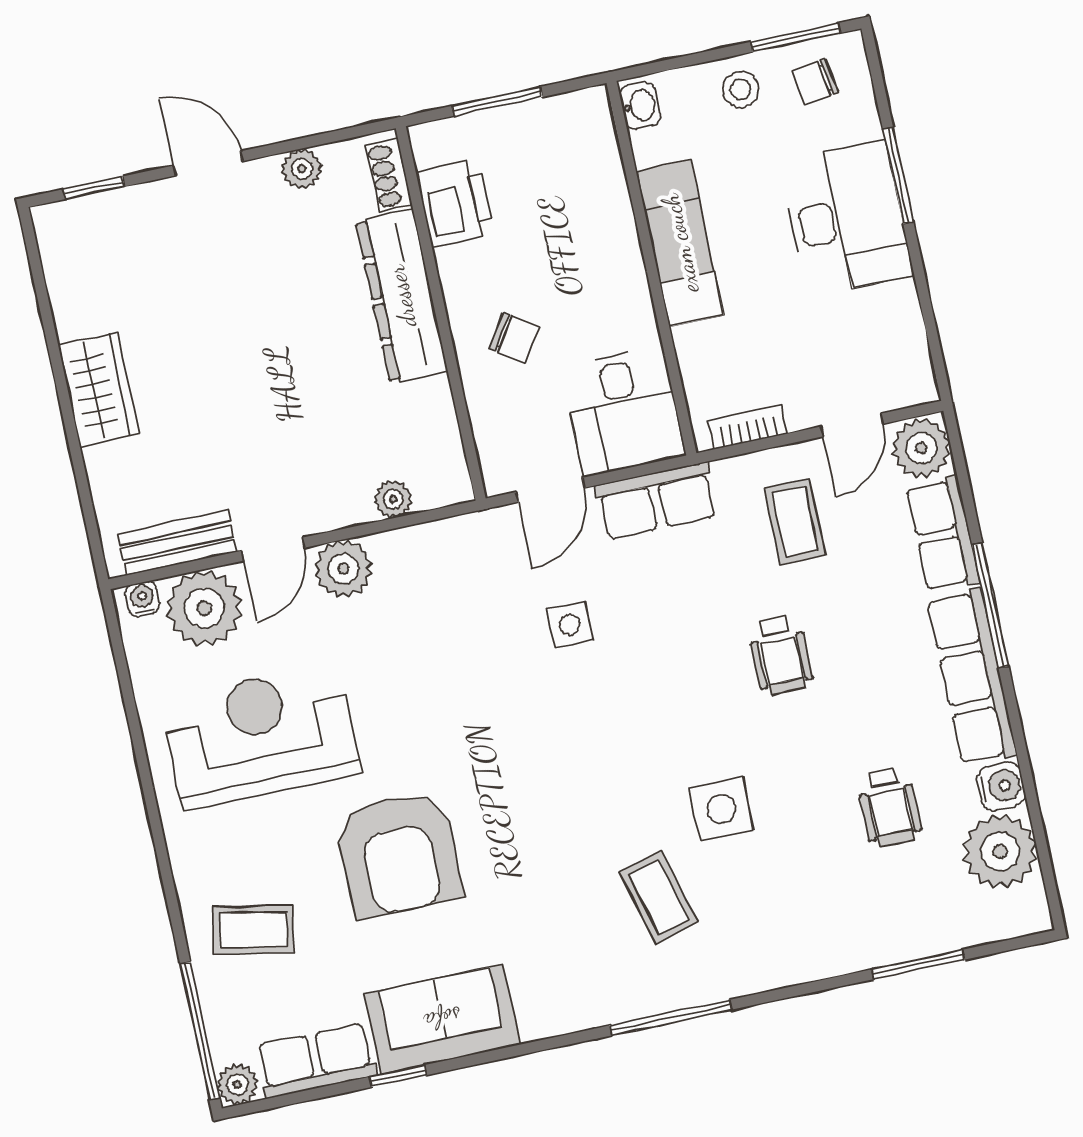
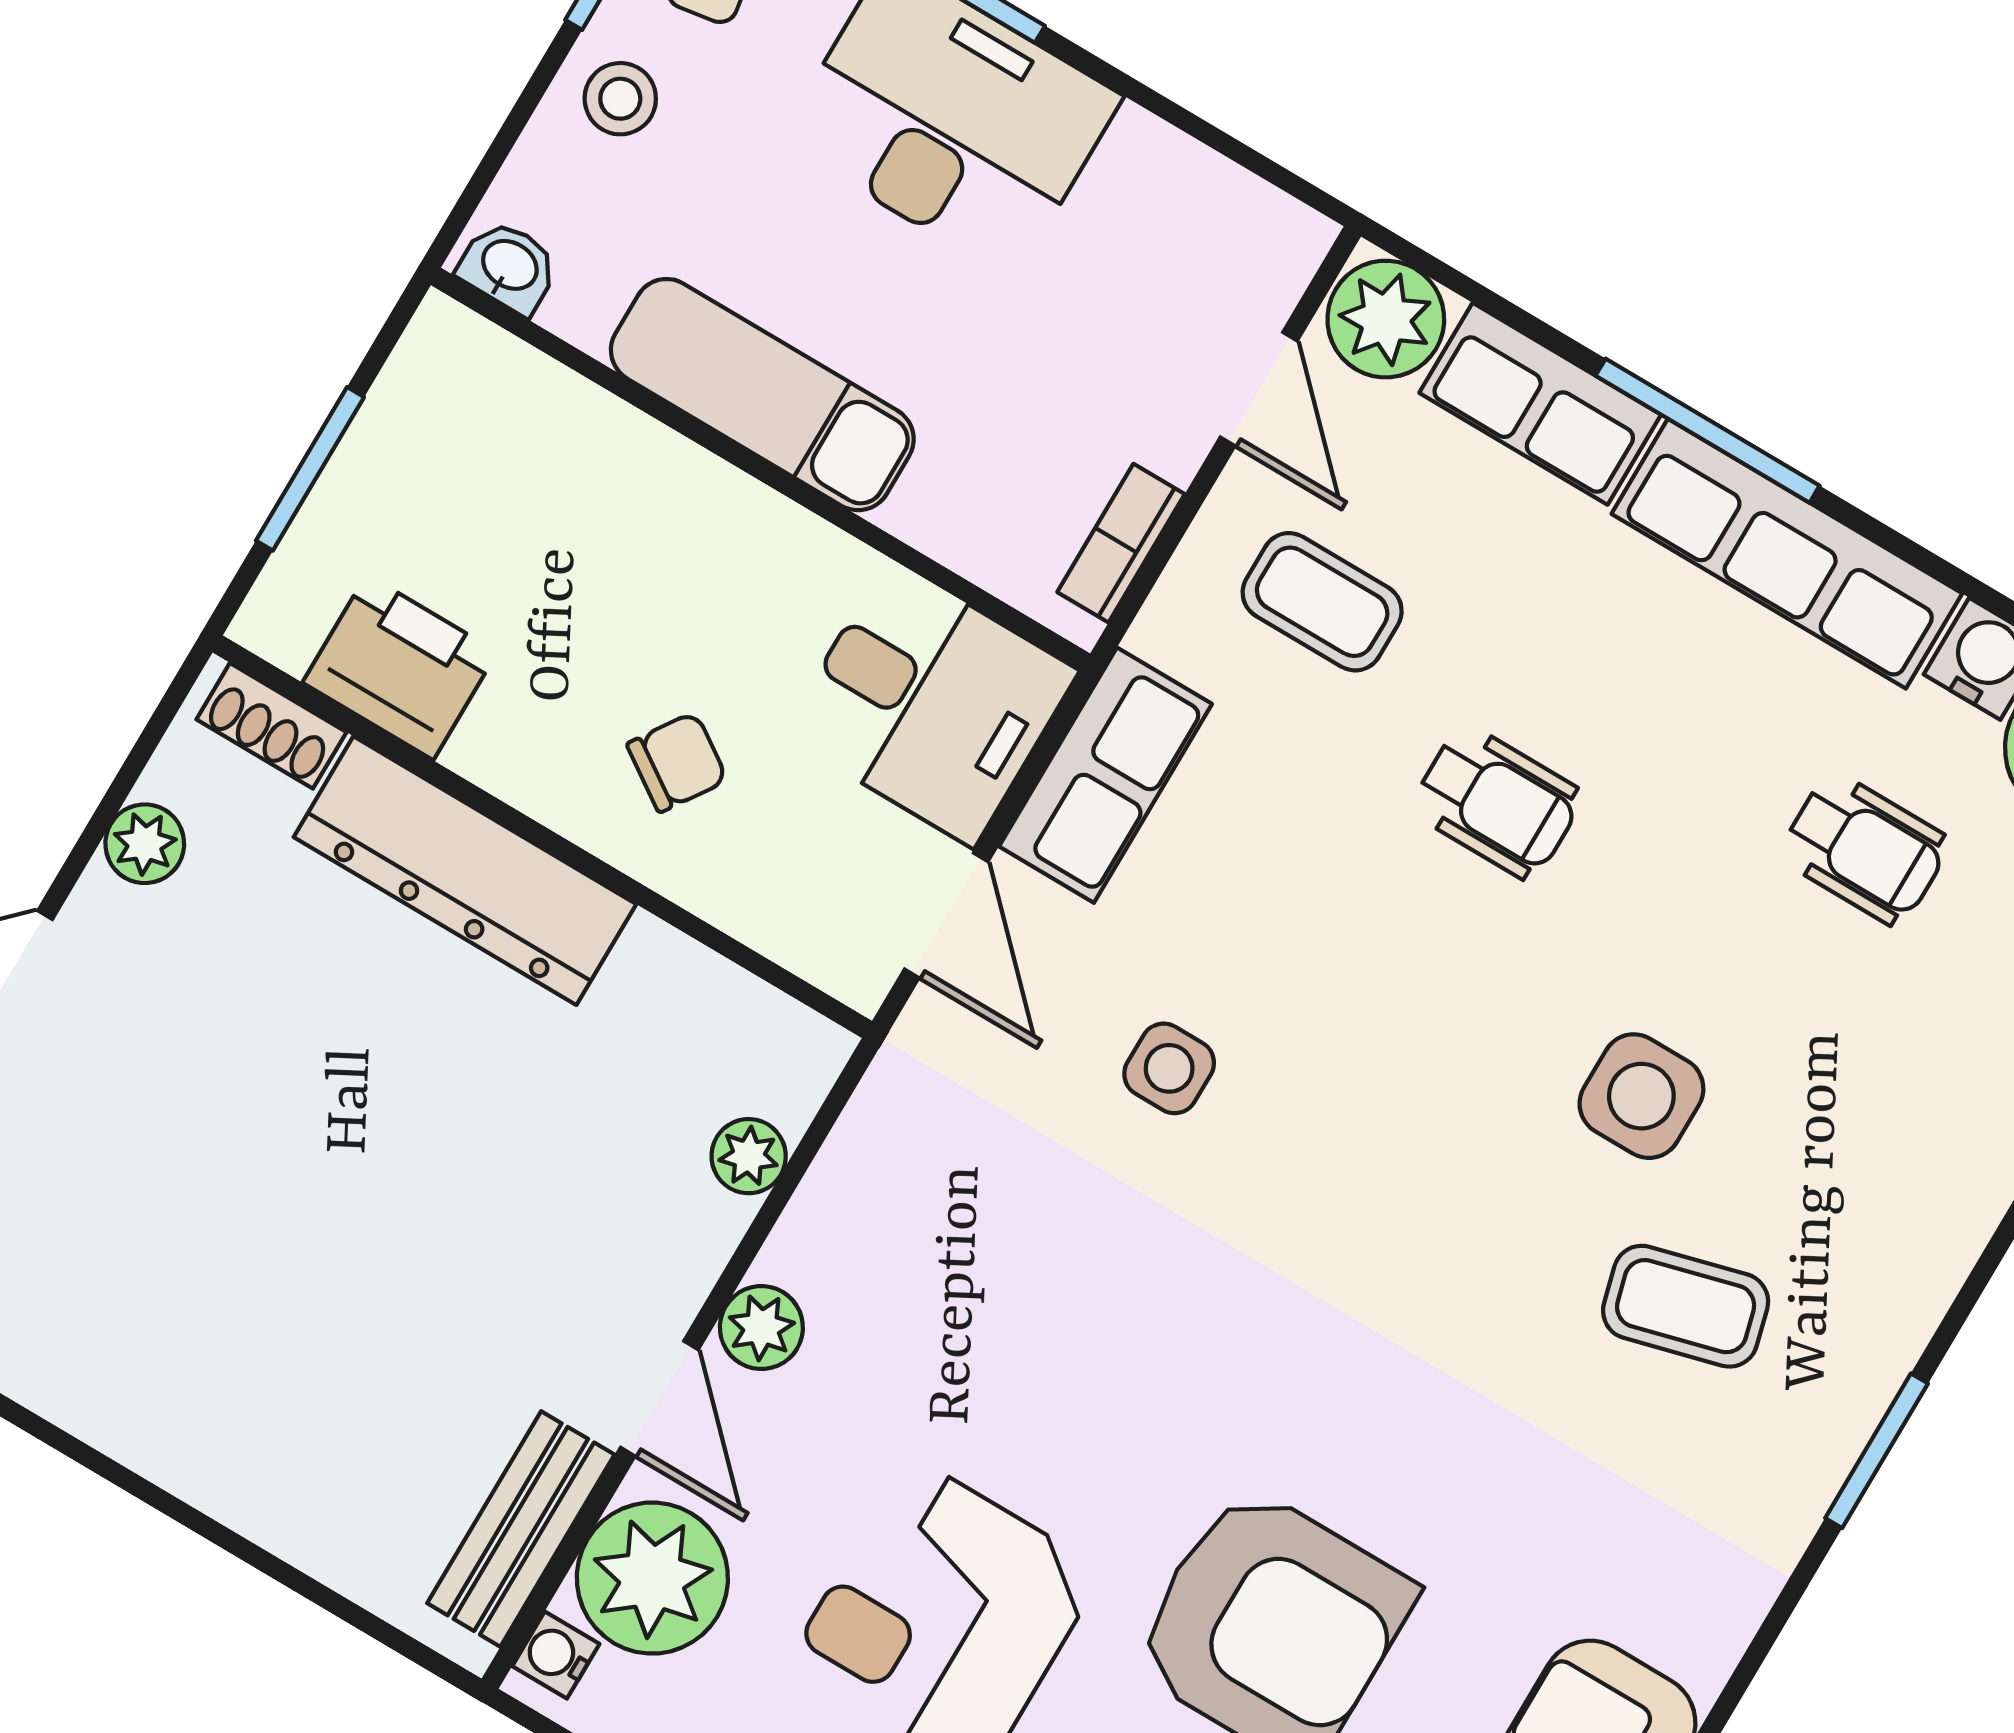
wardrobe: (99, 390) -> (193, 1437), removed
plant: (343, 569) -> (761, 1328), width x0.73, depth x0.73
window: (671, 1018) -> (1877, 1451), width x0.69

